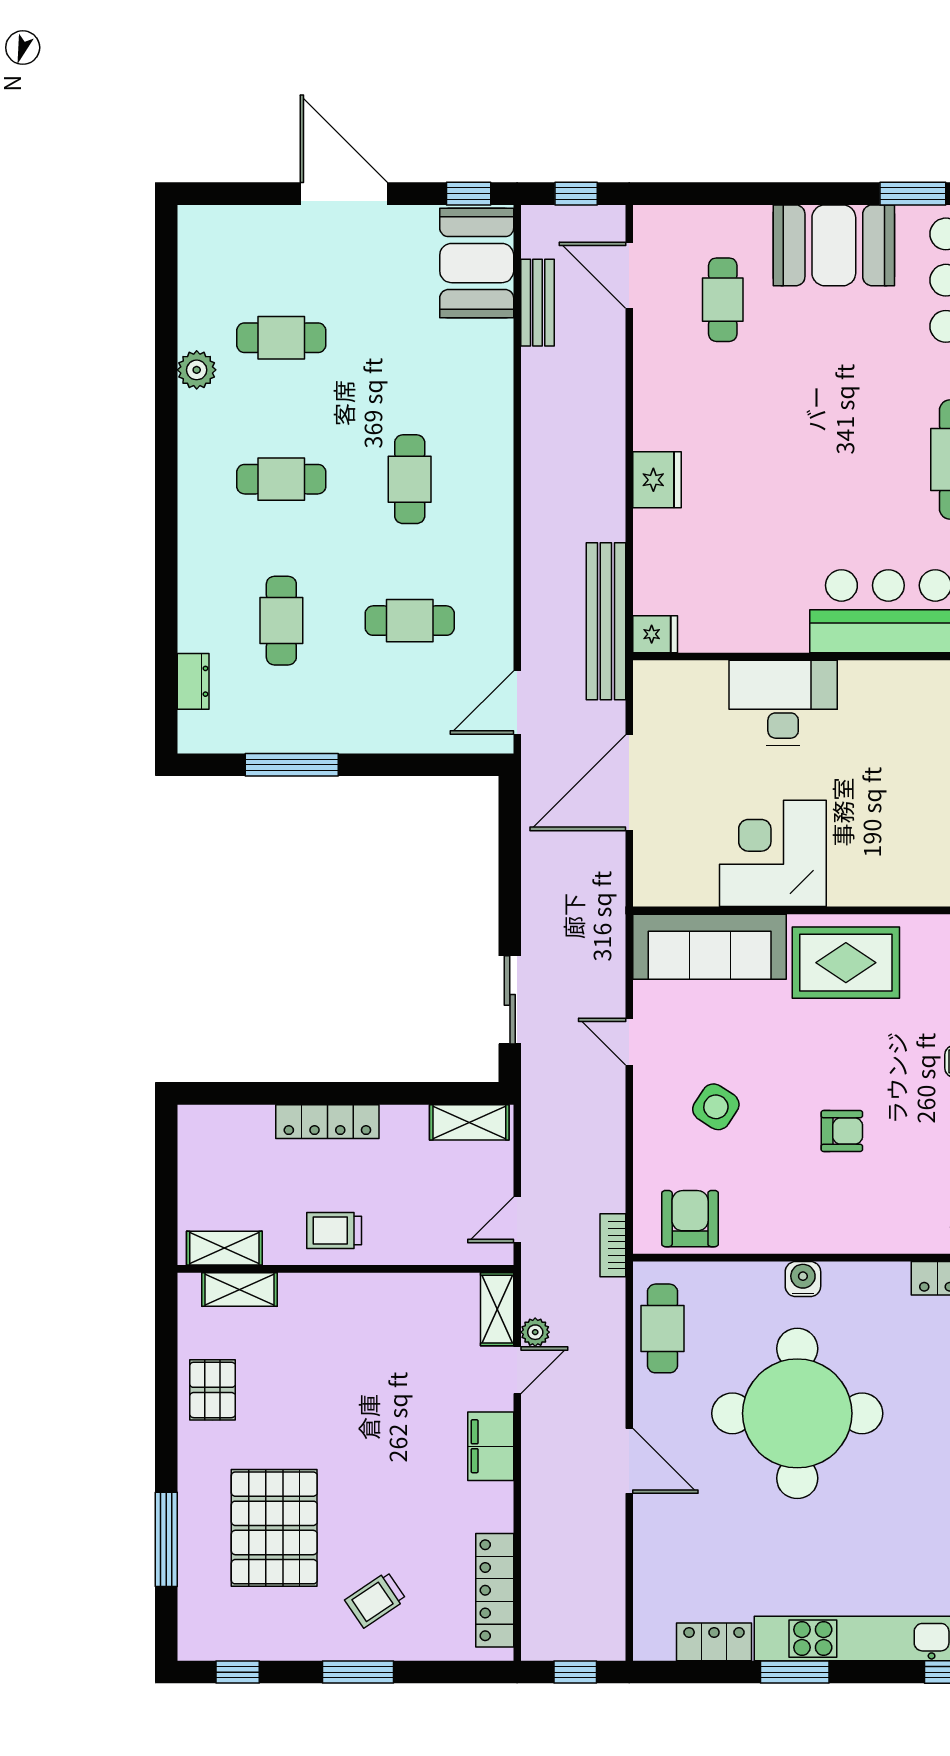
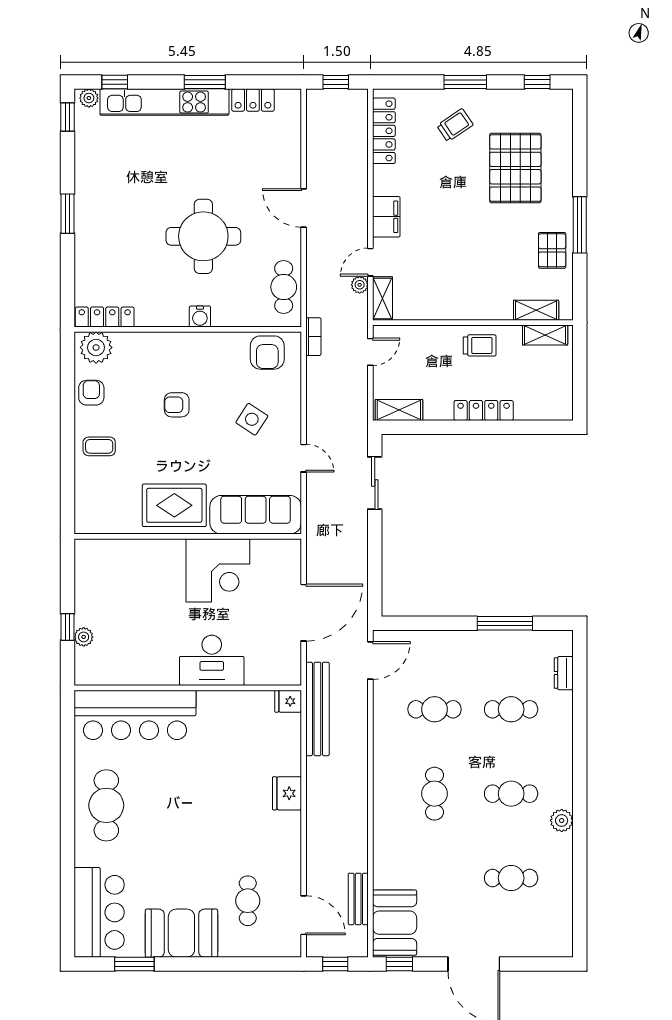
plant: (197, 370) -> (562, 820), moved
cafe table: (281, 621) -> (511, 709), turned 90
round table: (797, 1413) -> (203, 236), width x0.73, depth x0.73
window: (166, 1539) -> (580, 225), moved

